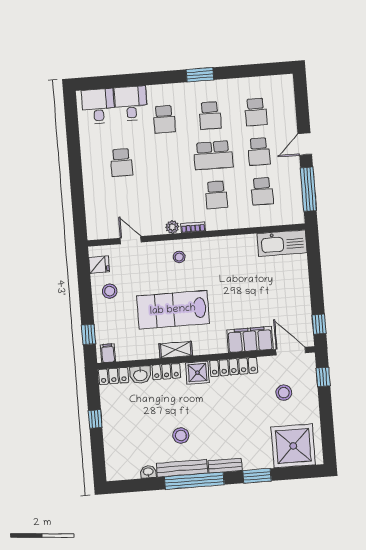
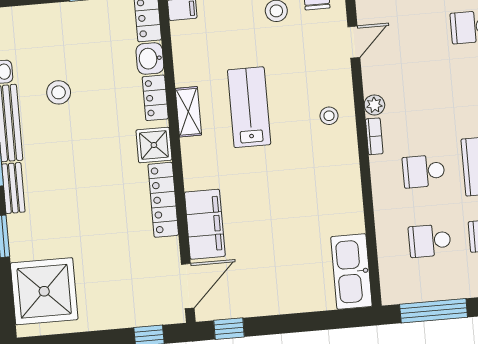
lab bench: (173, 310) -> (249, 107), width x0.73, depth x0.72
stool: (284, 393) -> (125, 276), removed
stool: (181, 436) -> (59, 92), moved

